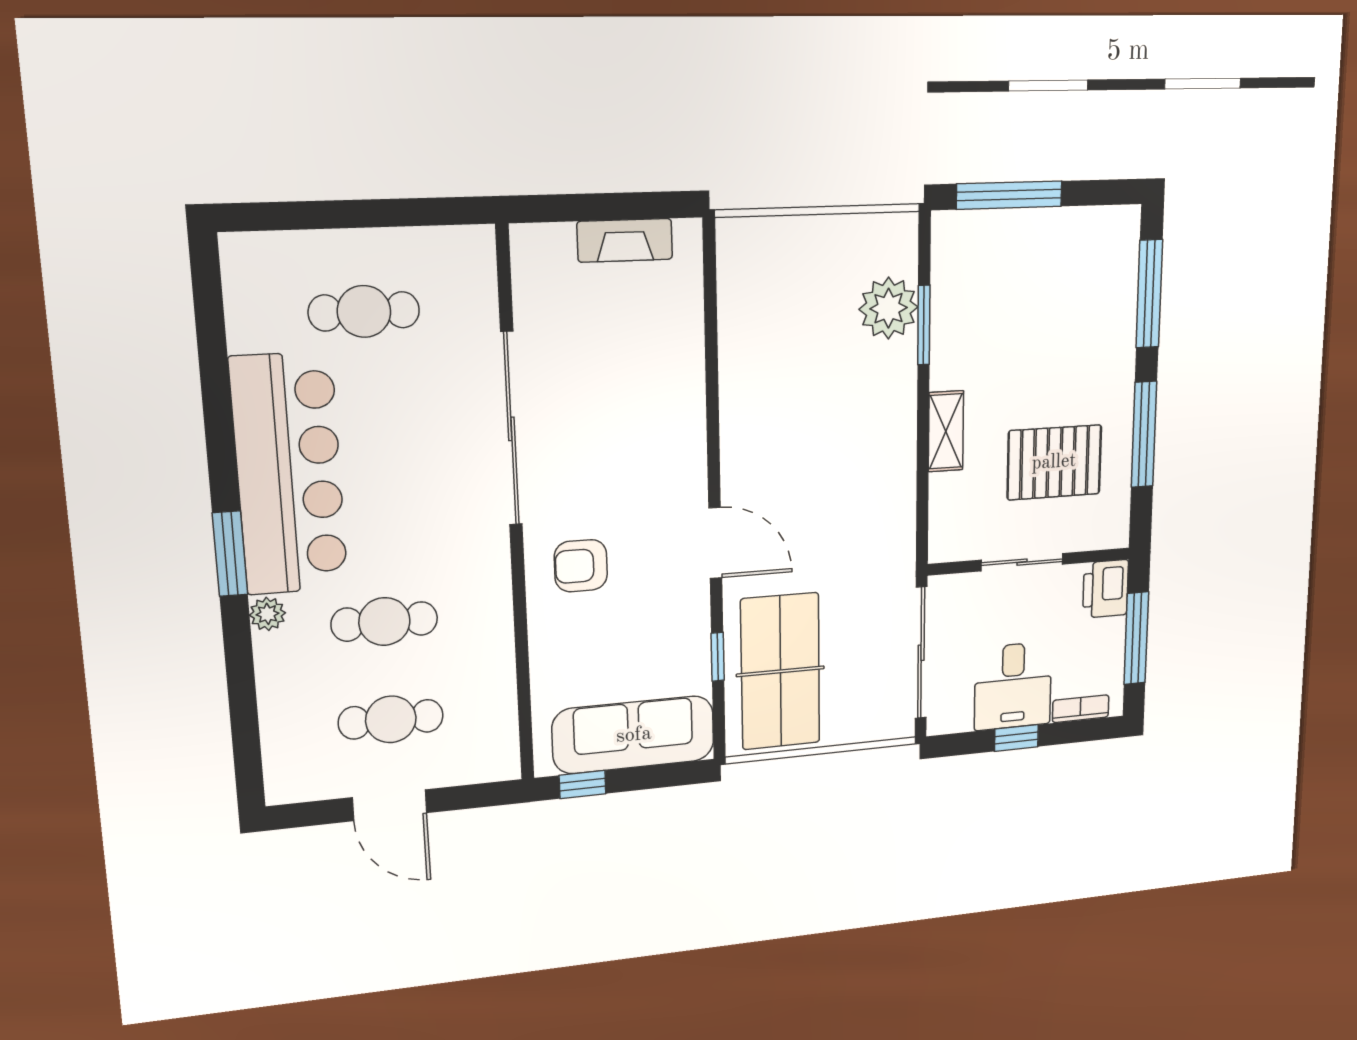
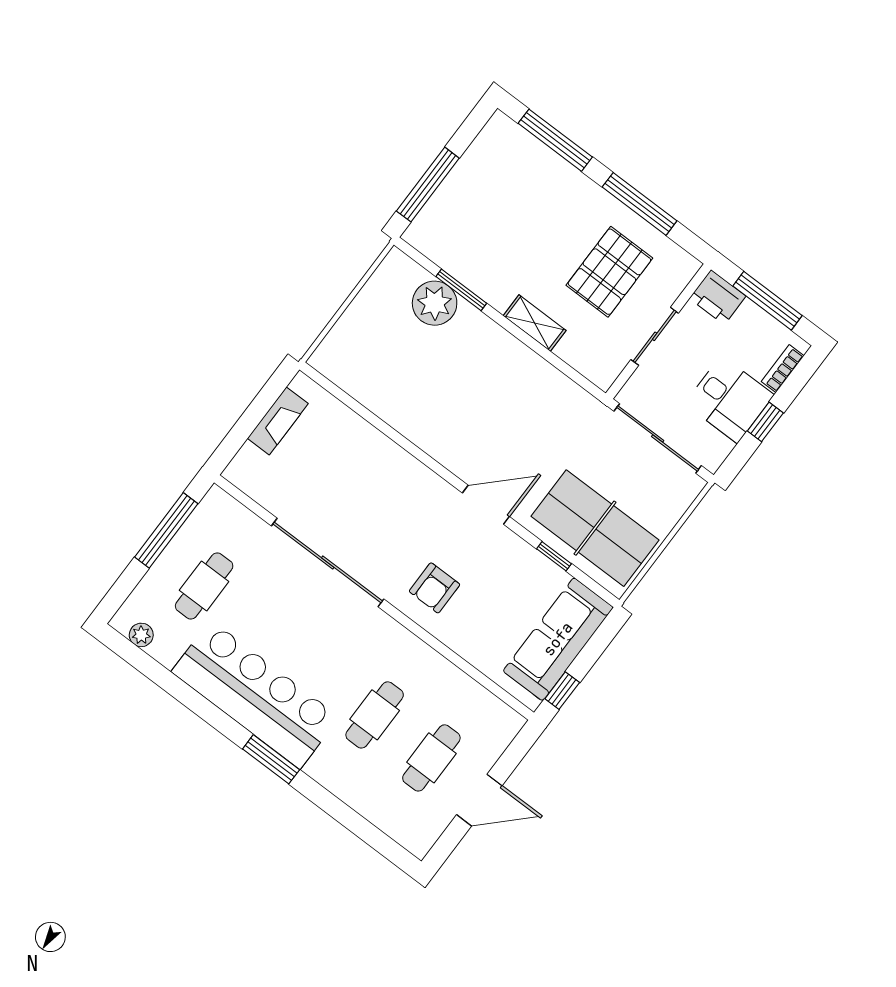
window: (391, 213) -> (166, 530), added
plant: (267, 614) -> (141, 635), moved

